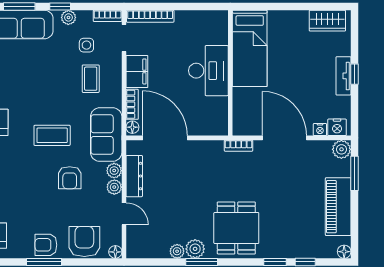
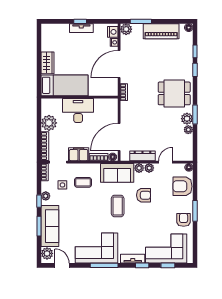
wardrobe: (327, 21) -> (48, 63), moved
plant: (188, 23) -> (49, 123), added
armchair: (46, 245) -> (184, 220), moved, turned 180

